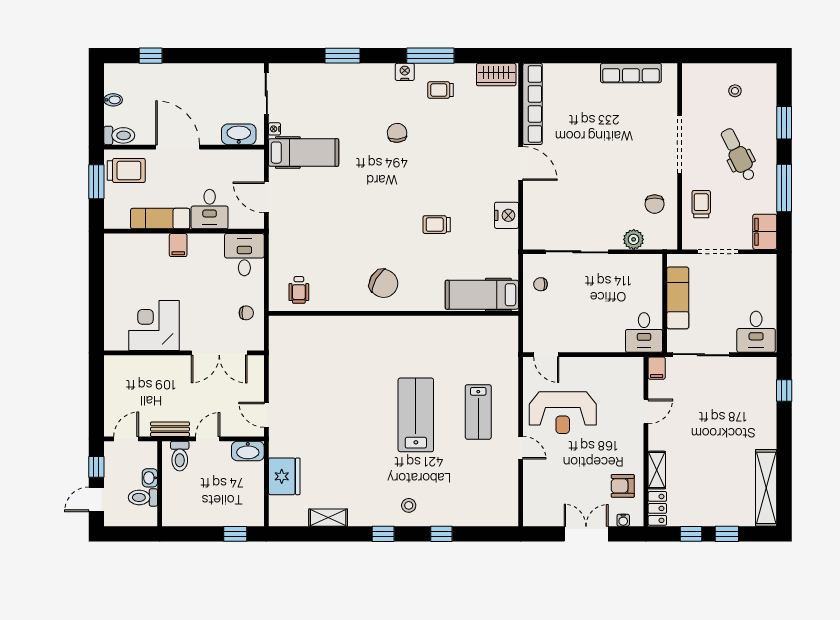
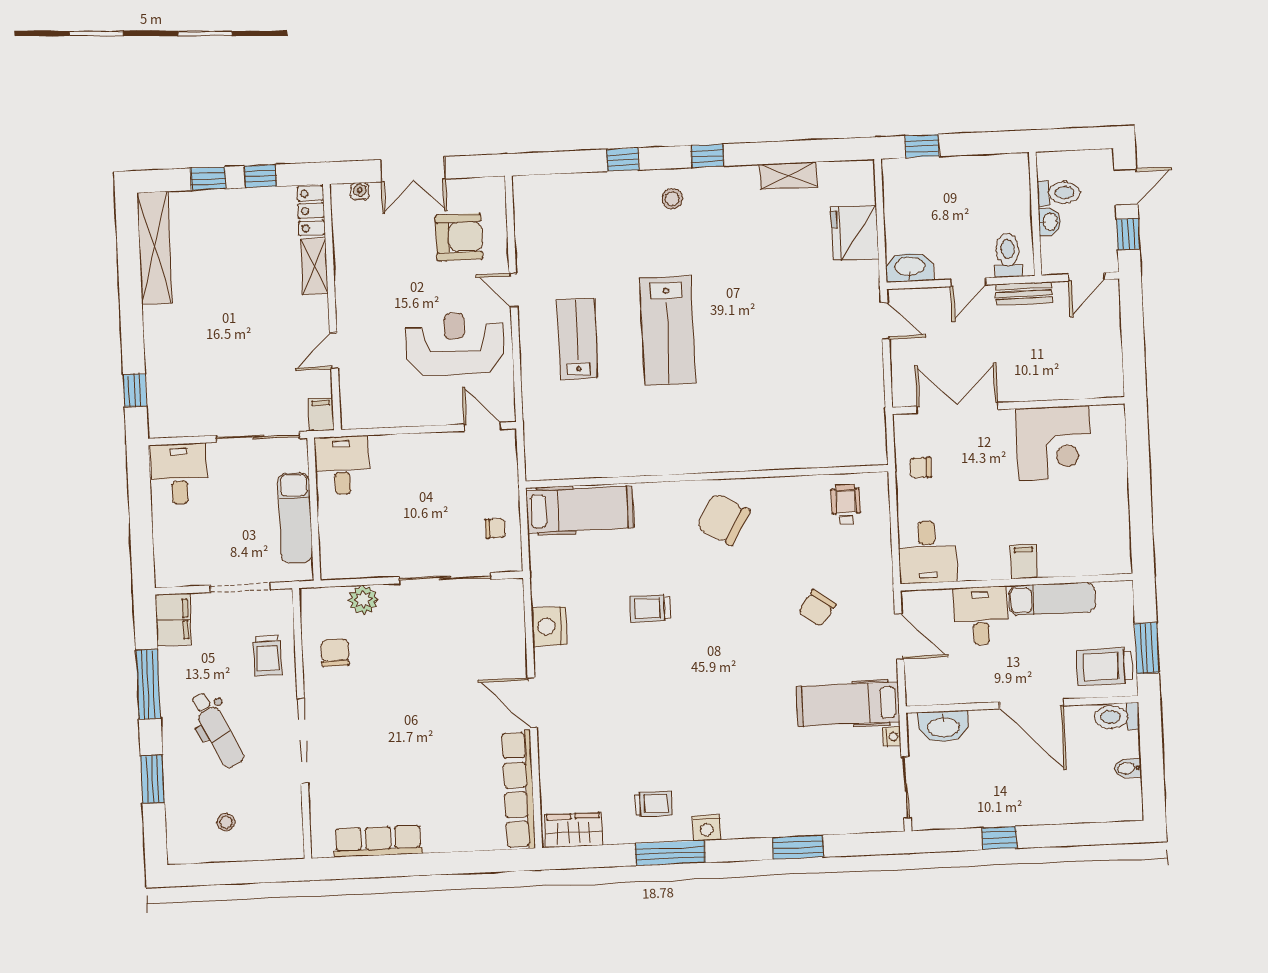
window: (151, 56) -> (999, 838), moved
chair: (397, 133) -> (817, 608), moved, turned 41
trolley: (437, 225) -> (650, 608), turned 180
armchair: (623, 486) -> (459, 237), moved, width x1.38, depth x1.38

